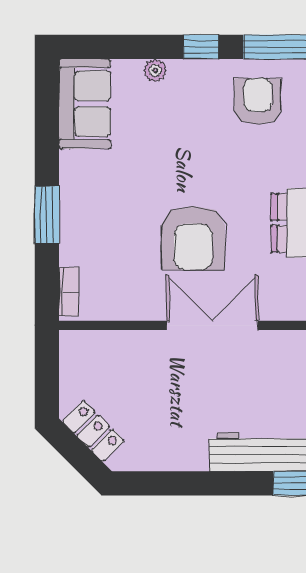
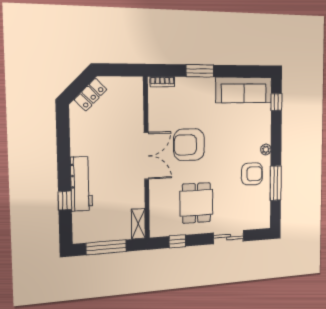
window: (201, 47) -> (276, 102), moved
plant: (155, 70) -> (266, 150), moved
sofa: (85, 104) -> (244, 90), width x1.36

